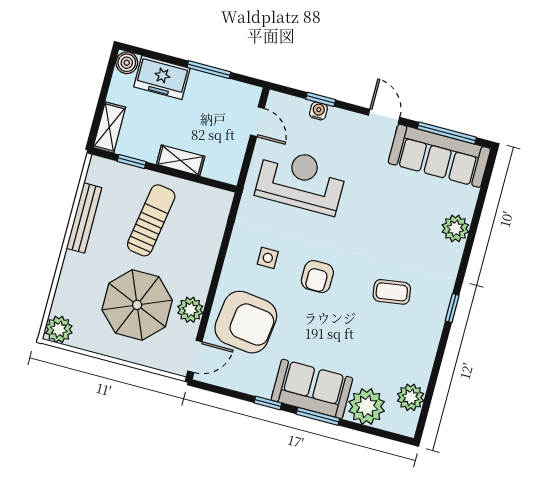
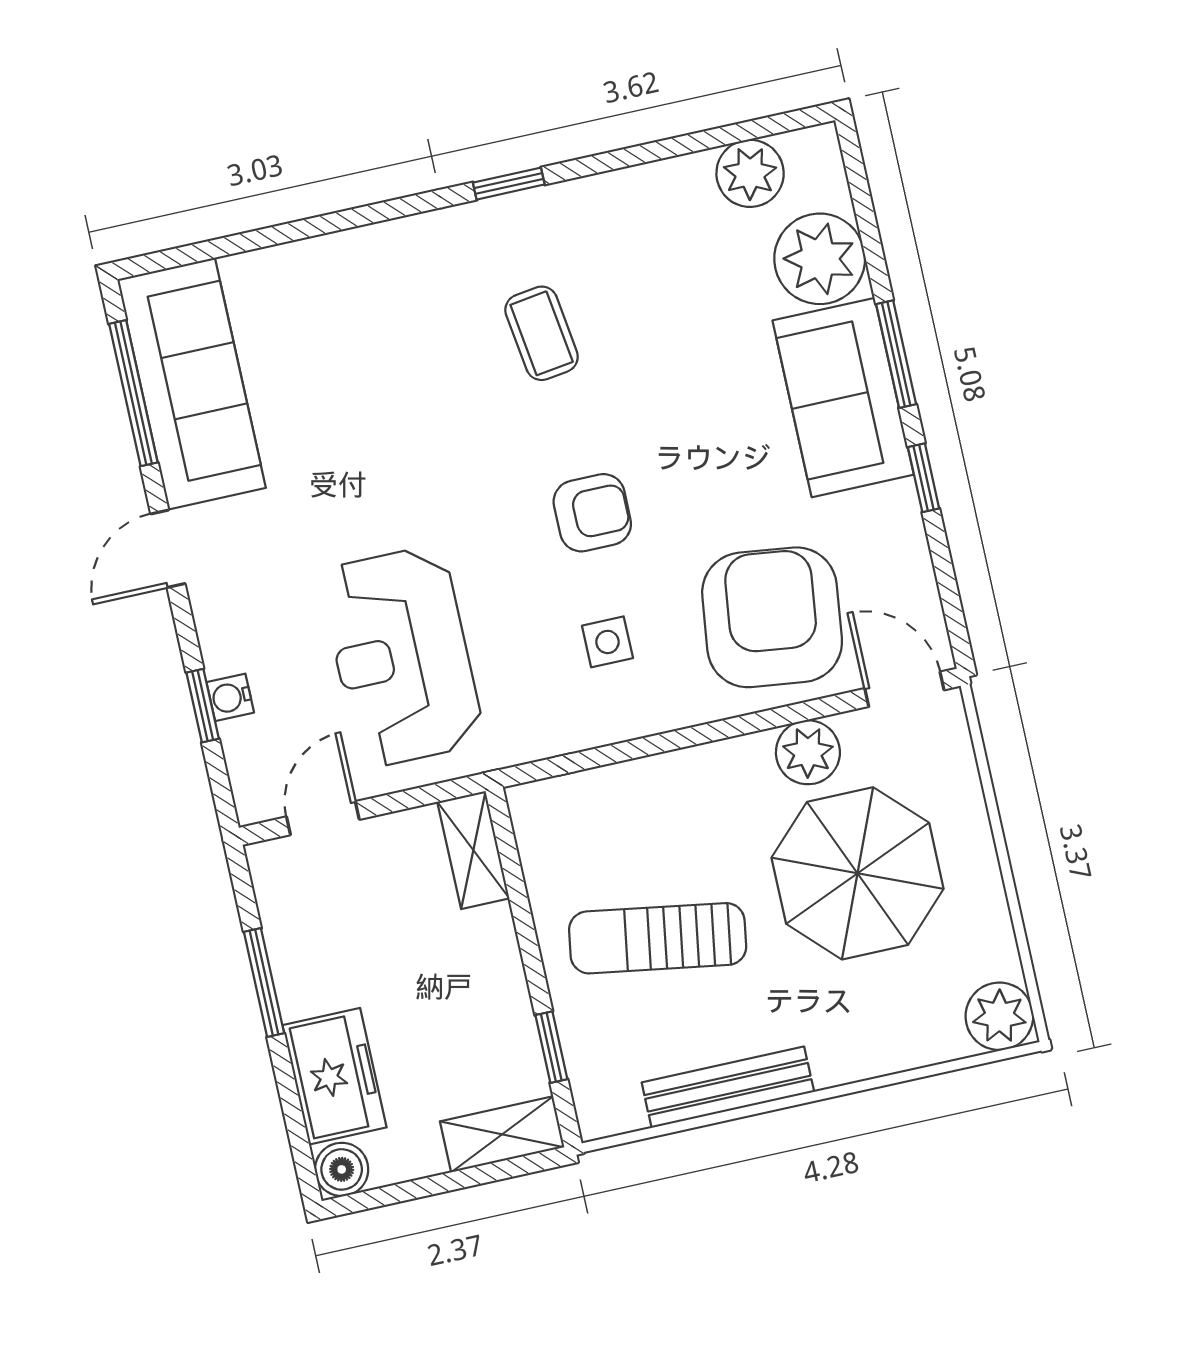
shelving: (181, 160) -> (473, 850), moved
plant: (455, 228) -> (332, 266), removed

